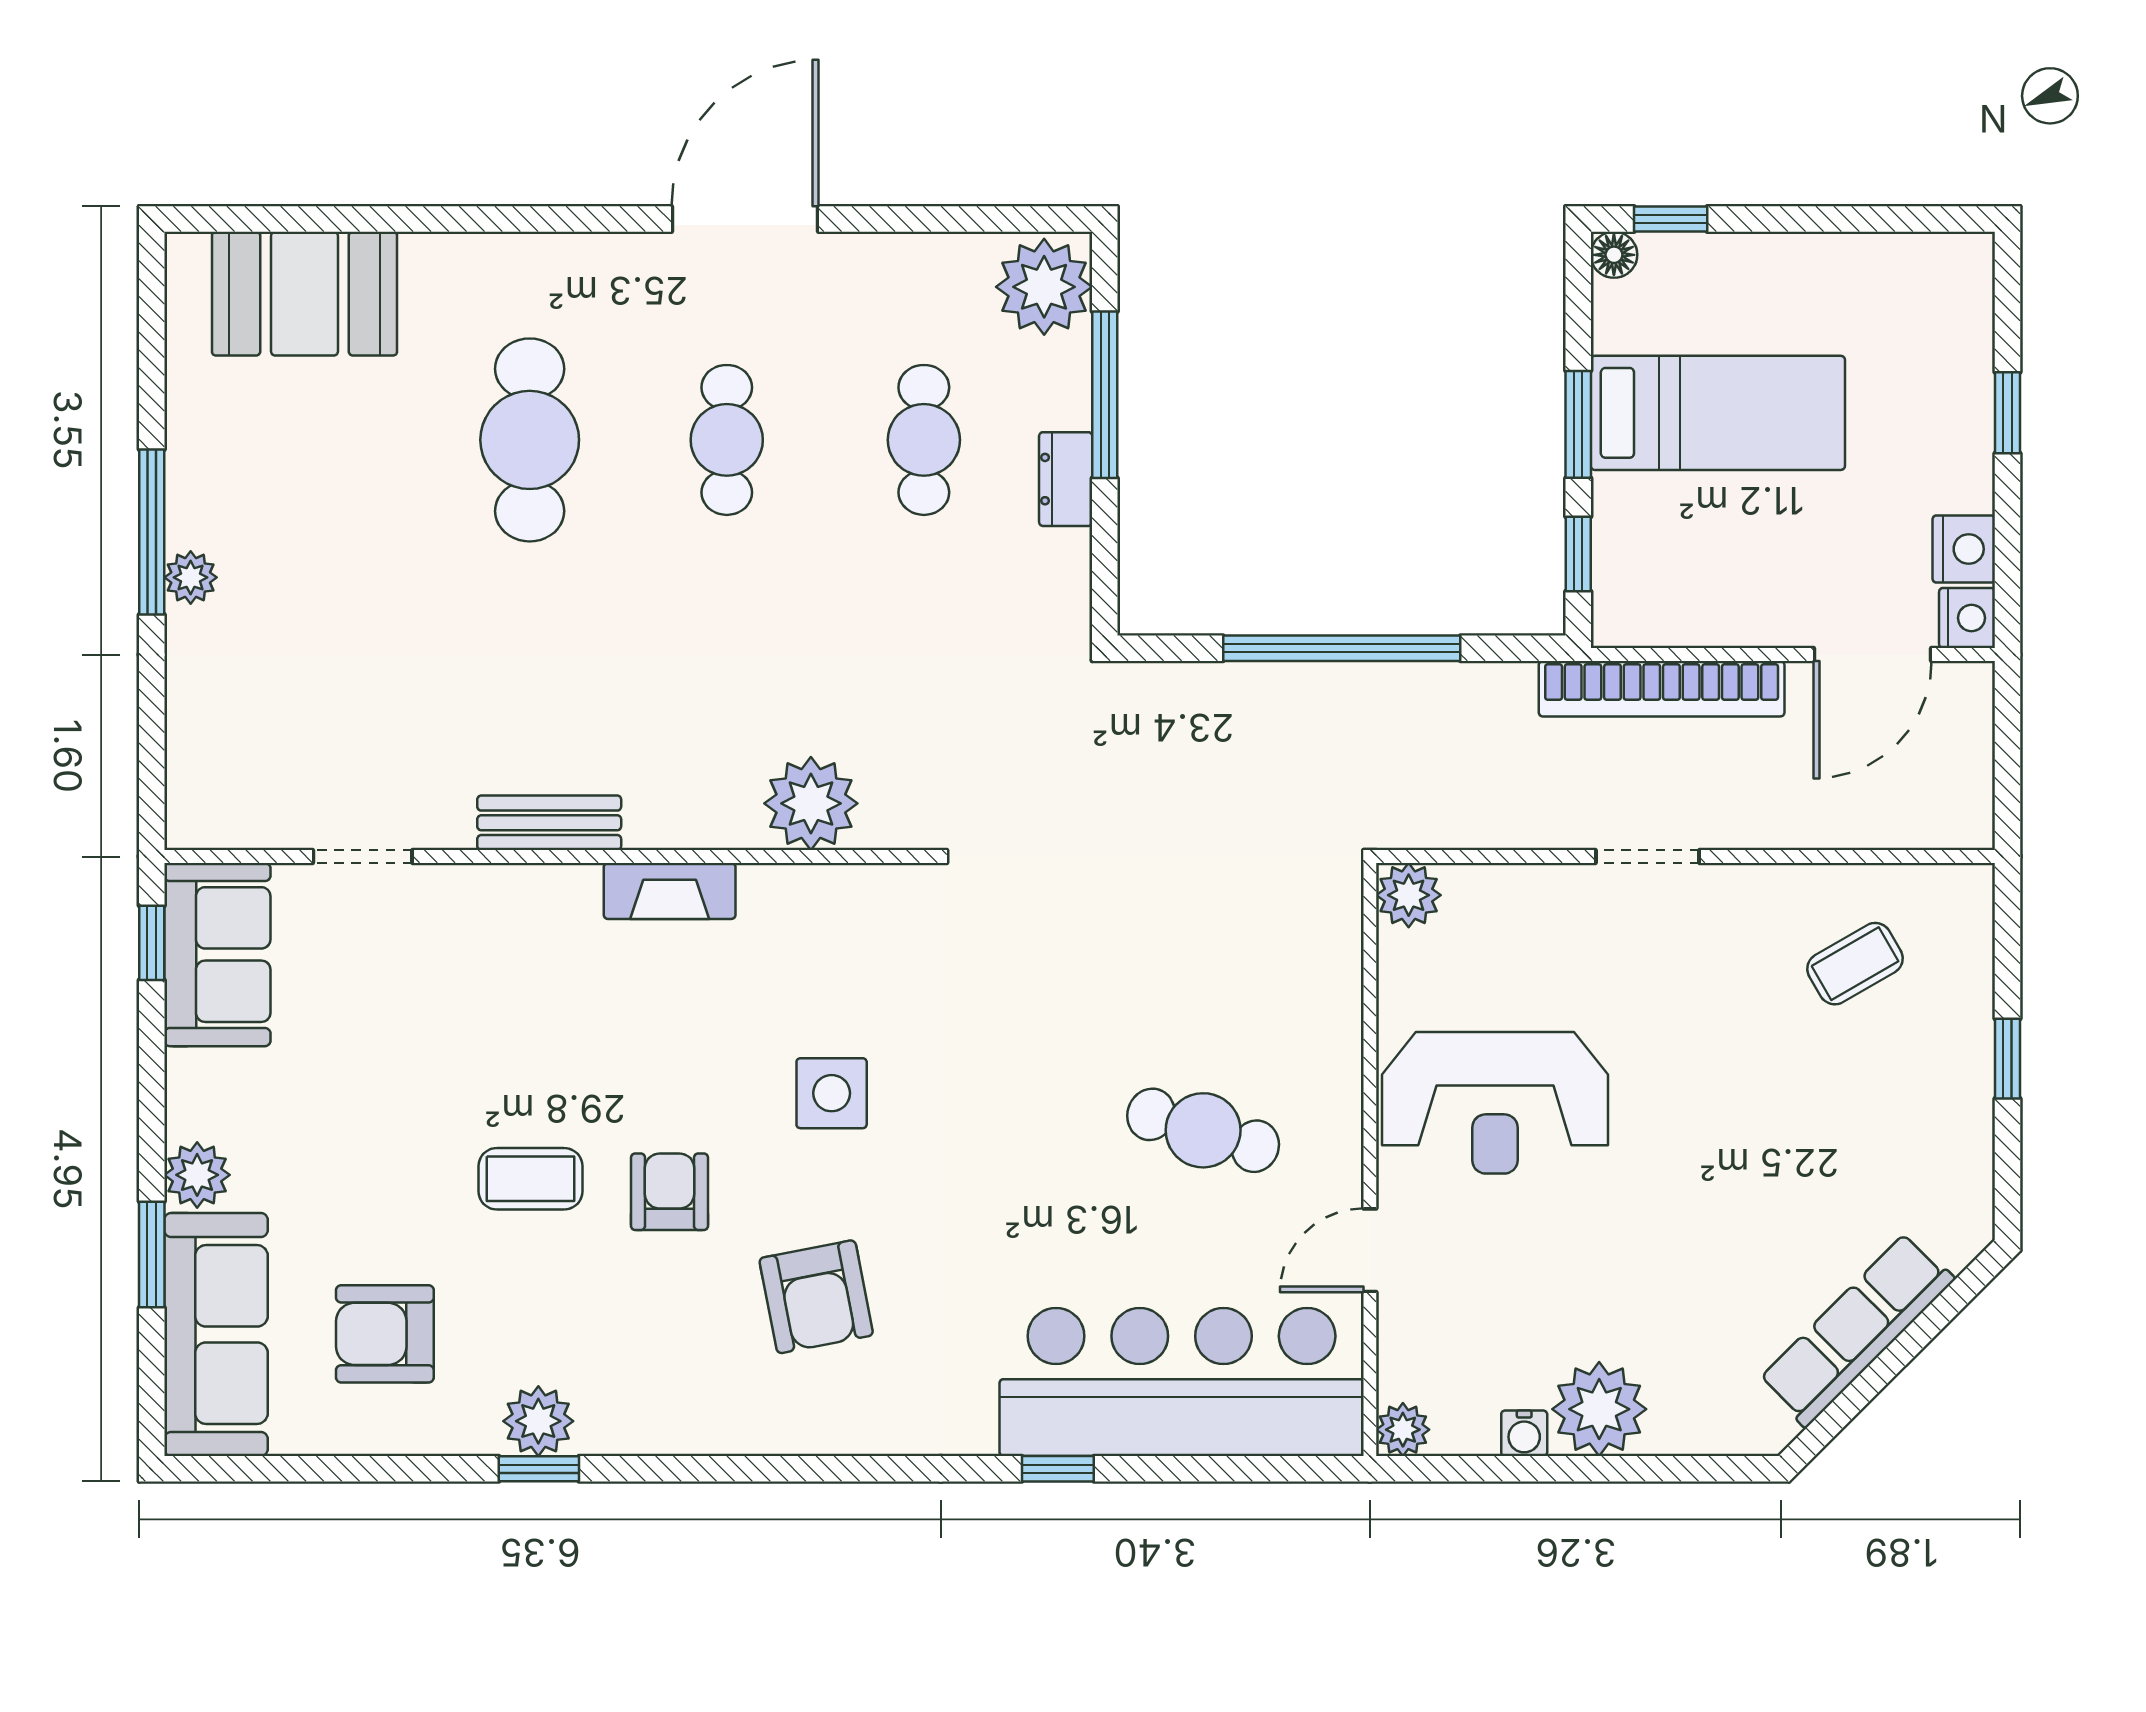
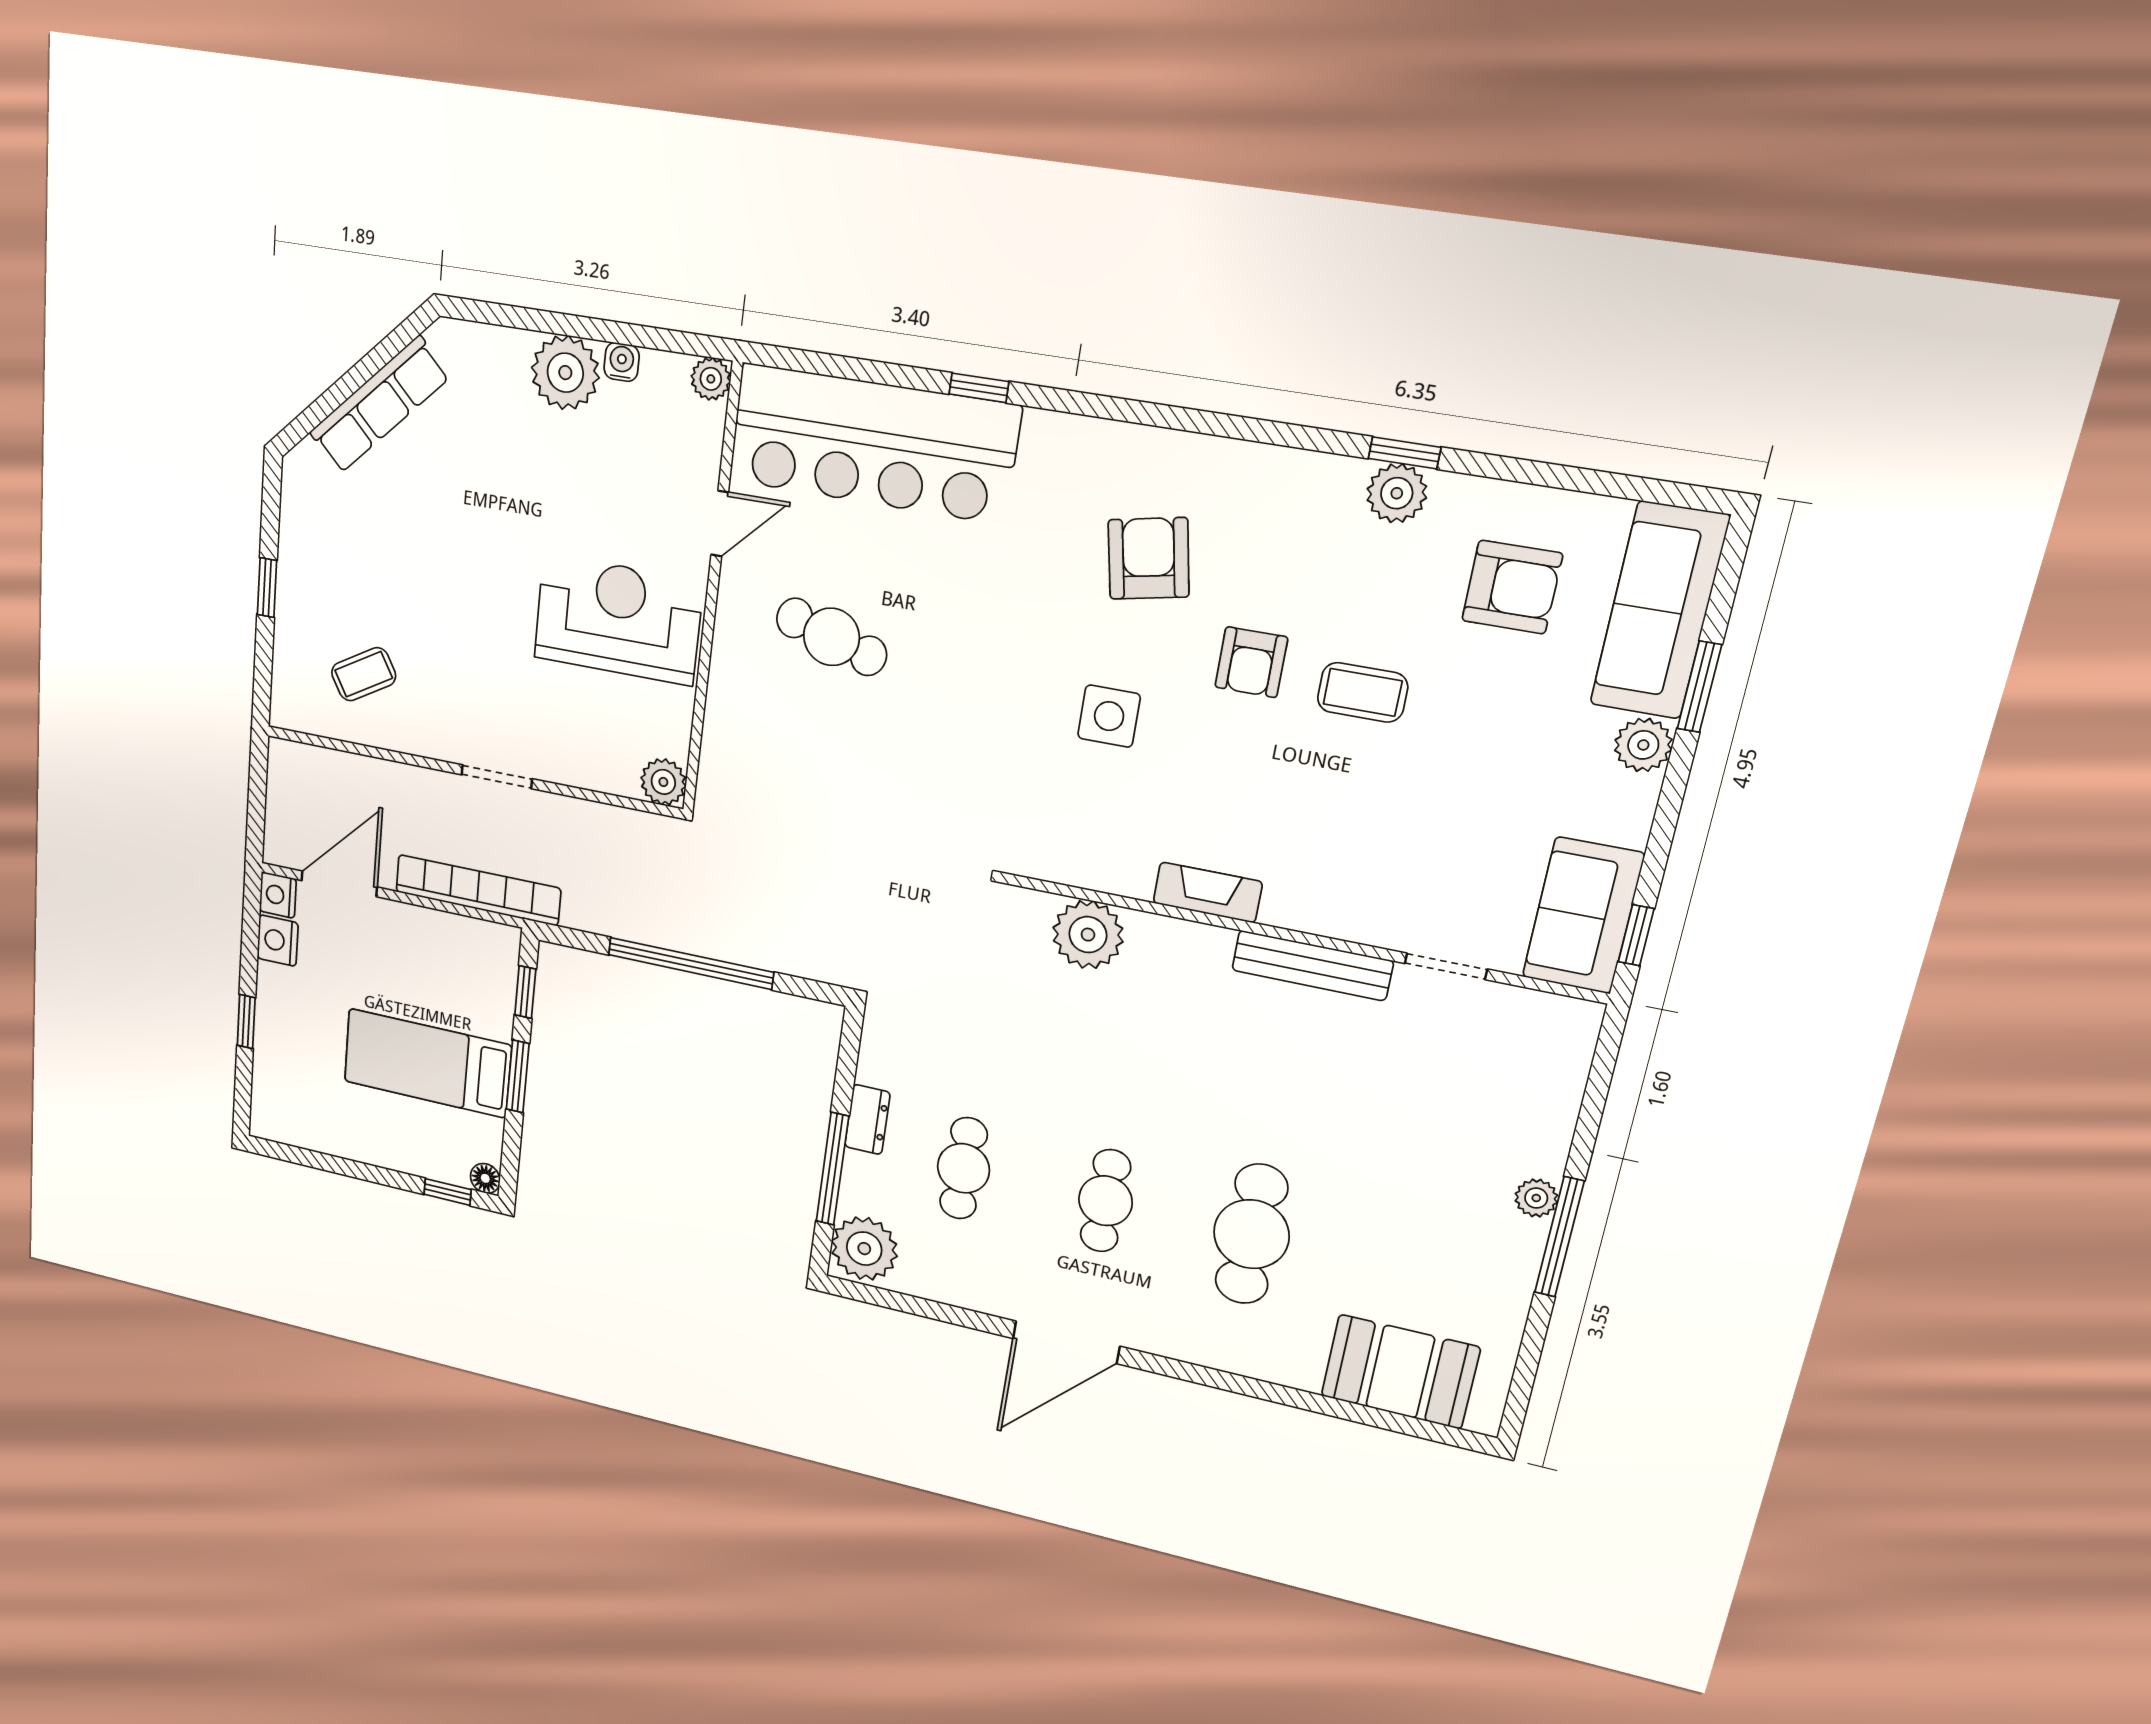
bench: (549, 823) -> (1312, 966), width x1.36

